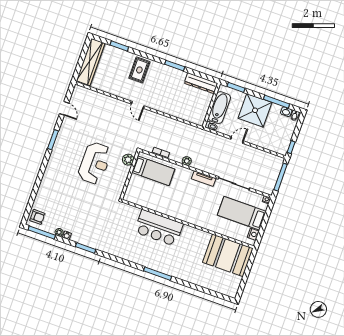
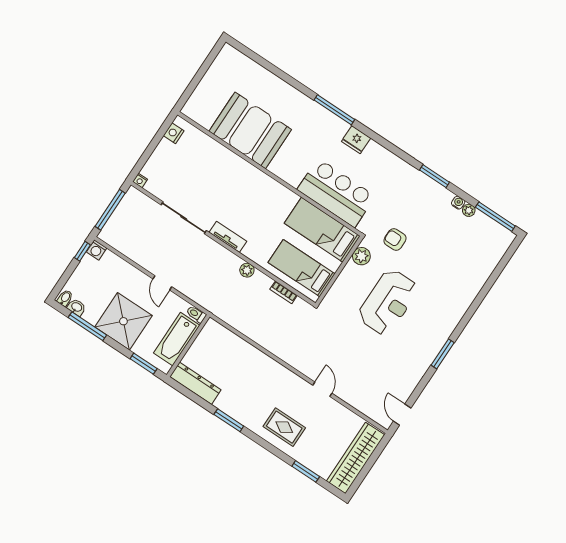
rug: (139, 70) -> (284, 427), turned 90
door: (138, 105) -> (322, 389), moved
door: (64, 108) -> (402, 415), moved
door: (237, 140) -> (162, 283), hinge flipped
washing machine: (283, 150) -> (97, 250), added
plant: (128, 160) -> (361, 256), moved
reception desk: (95, 163) -> (388, 302), turned 180
bed: (242, 213) -> (322, 230), moved, turned 180
armchair: (37, 217) -> (395, 239), moved
bar counter: (159, 228) -> (336, 193), moved
booth: (228, 255) -> (250, 130), moved
fridge: (140, 258) -> (356, 140), added

